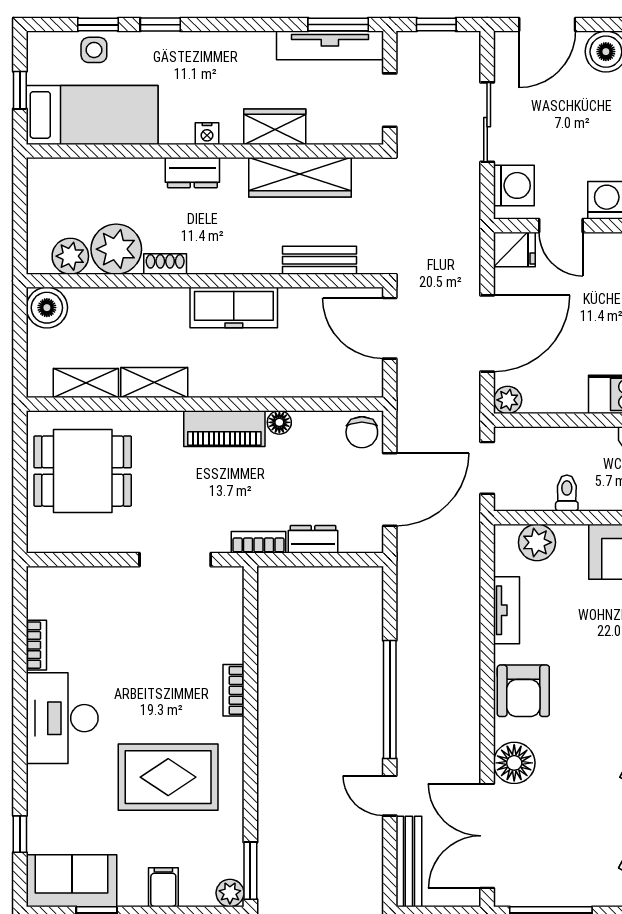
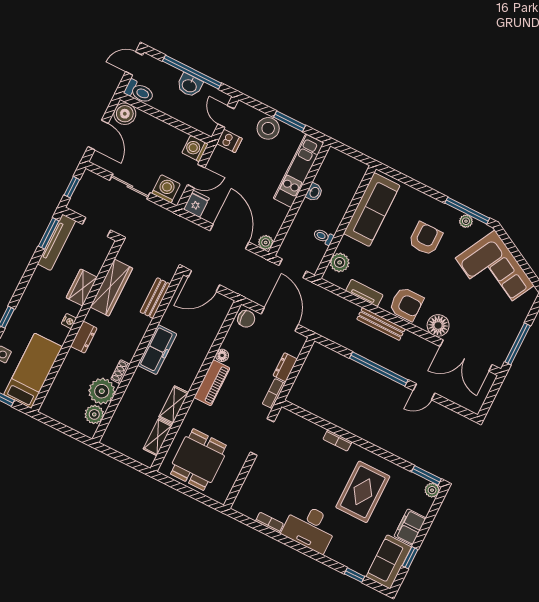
boiler: (47, 308) -> (113, 438), removed
bench: (409, 861) -> (381, 324), moved
filing cabinet: (163, 887) -> (410, 527), width x2.00

